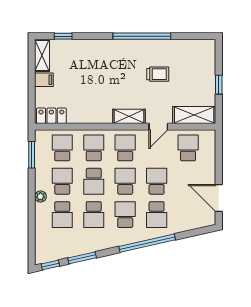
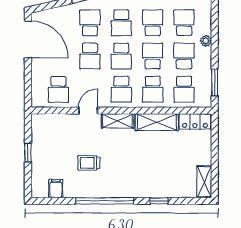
window: (63, 36) -> (159, 201), moved
filing cabinet: (44, 80) -> (56, 189), moved, turned 90
shelving: (194, 115) -> (157, 122), moved
school desk: (62, 181) -> (184, 56), turned 180
door: (219, 198) -> (28, 39), width x1.36

